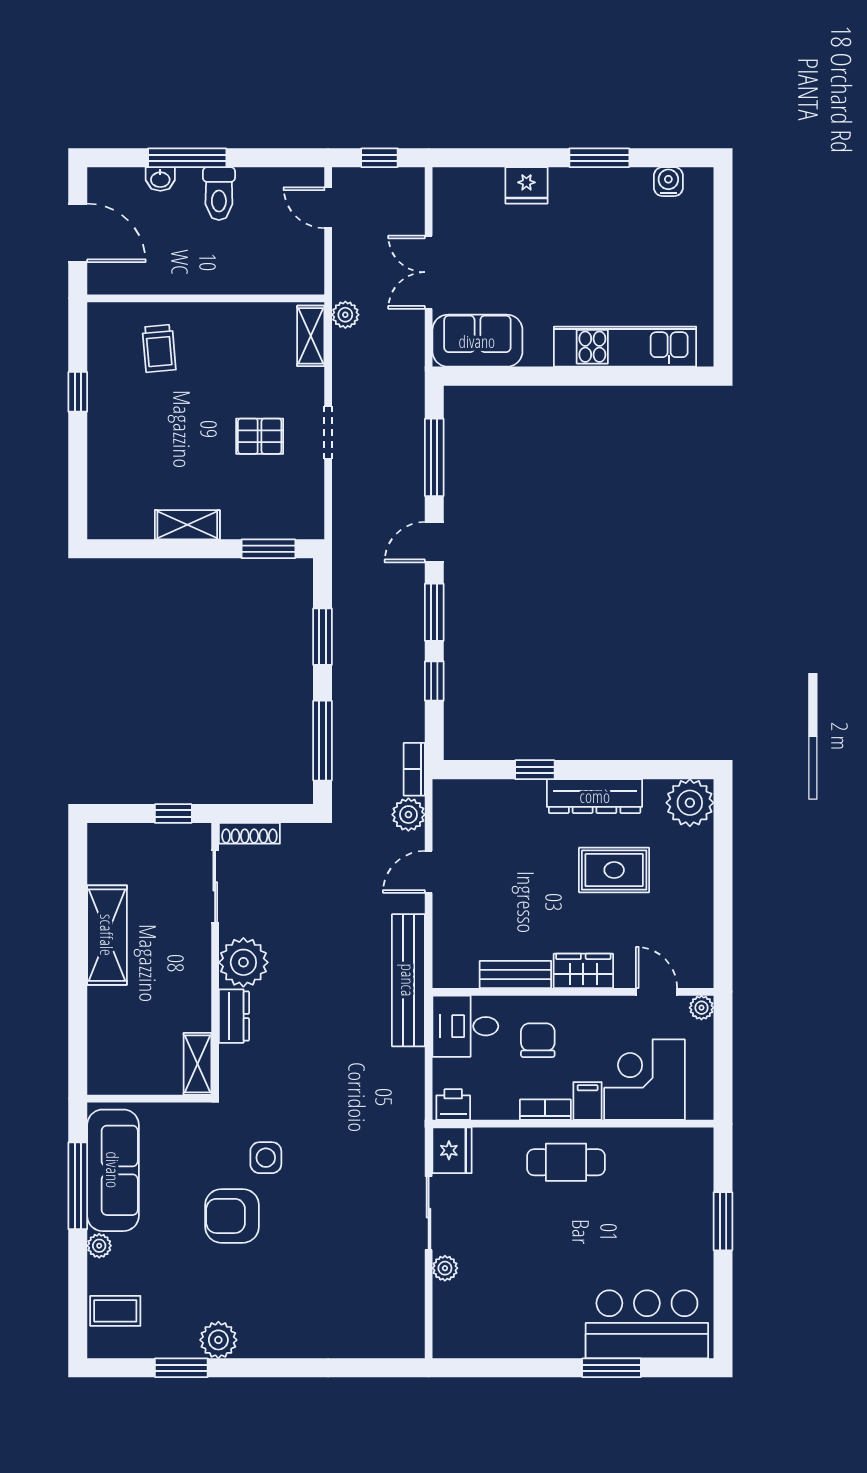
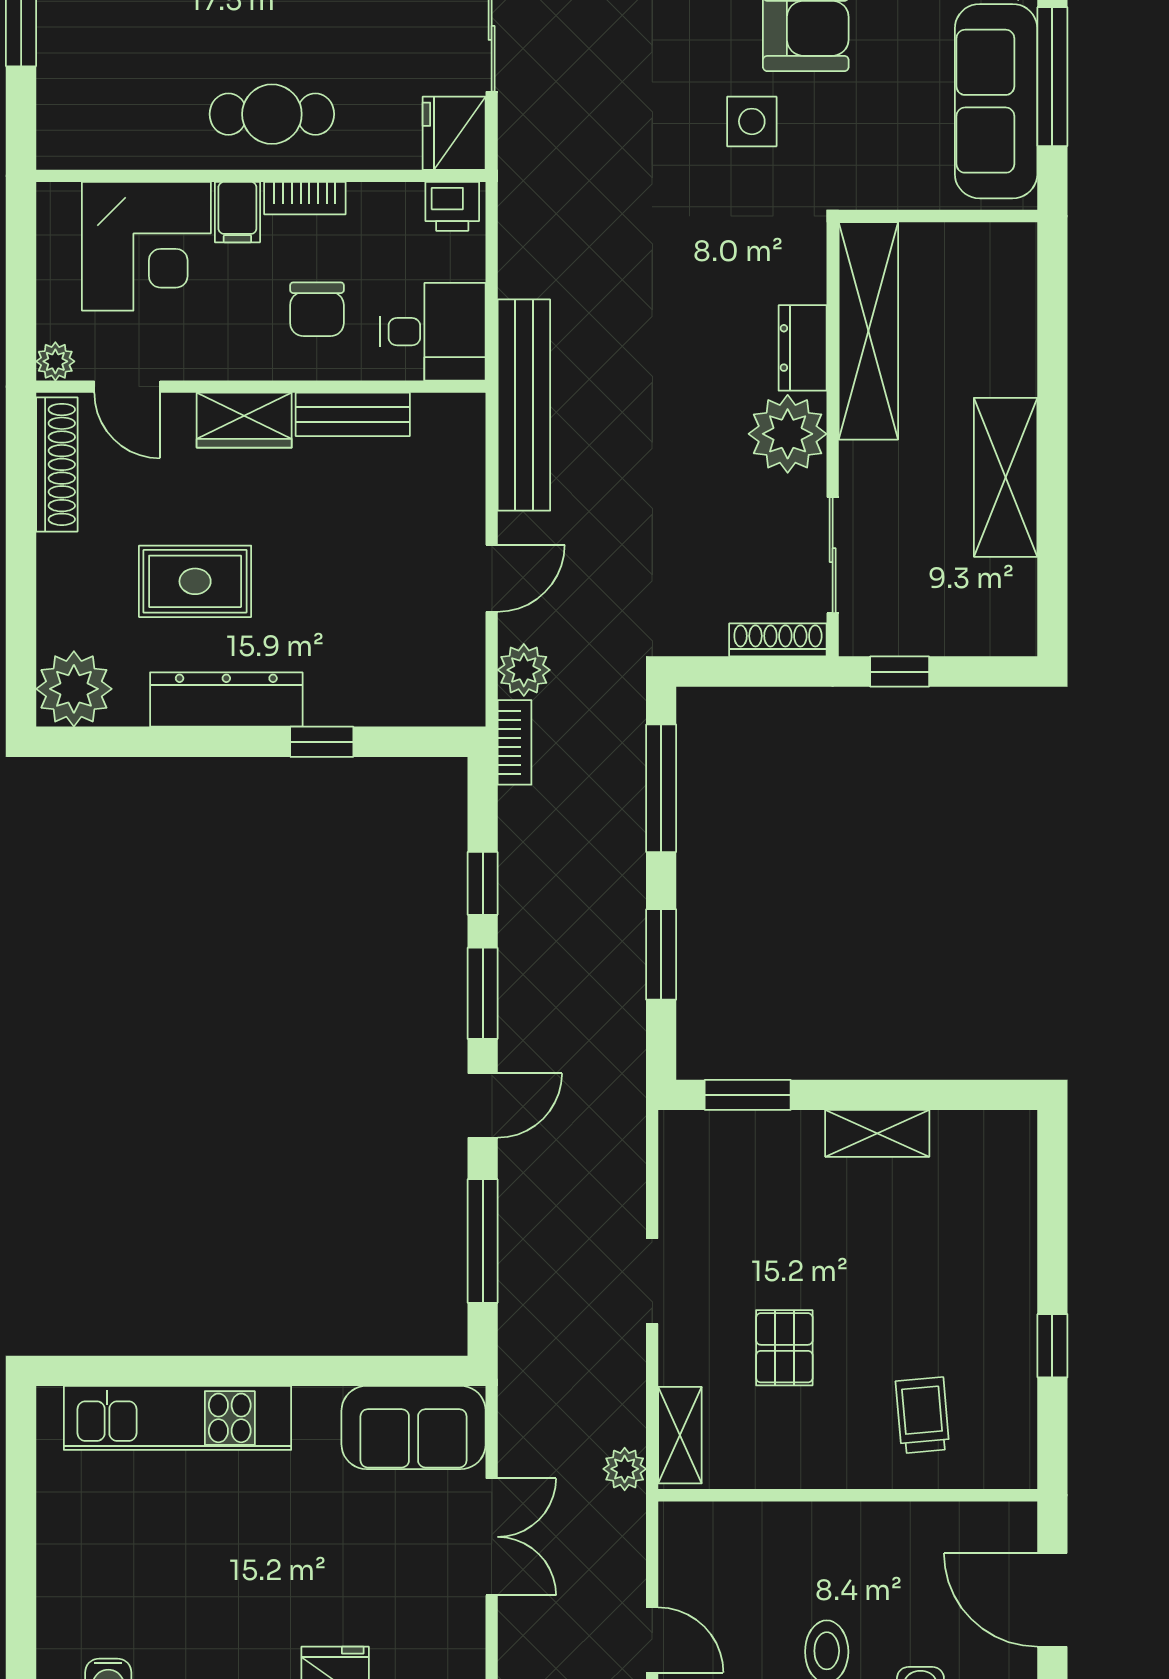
pallet: (260, 436) -> (784, 1348), moved, turned 90
shoe rack: (701, 943) -> (57, 464), added
shelving: (197, 1064) -> (868, 331), width x2.20, depth x1.33

